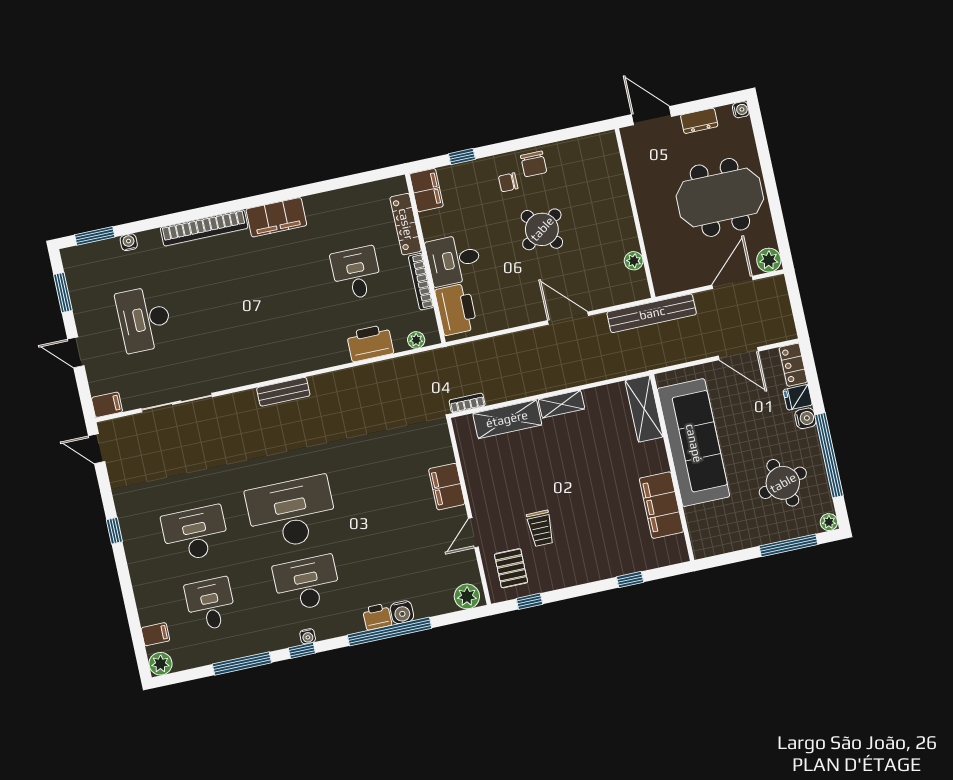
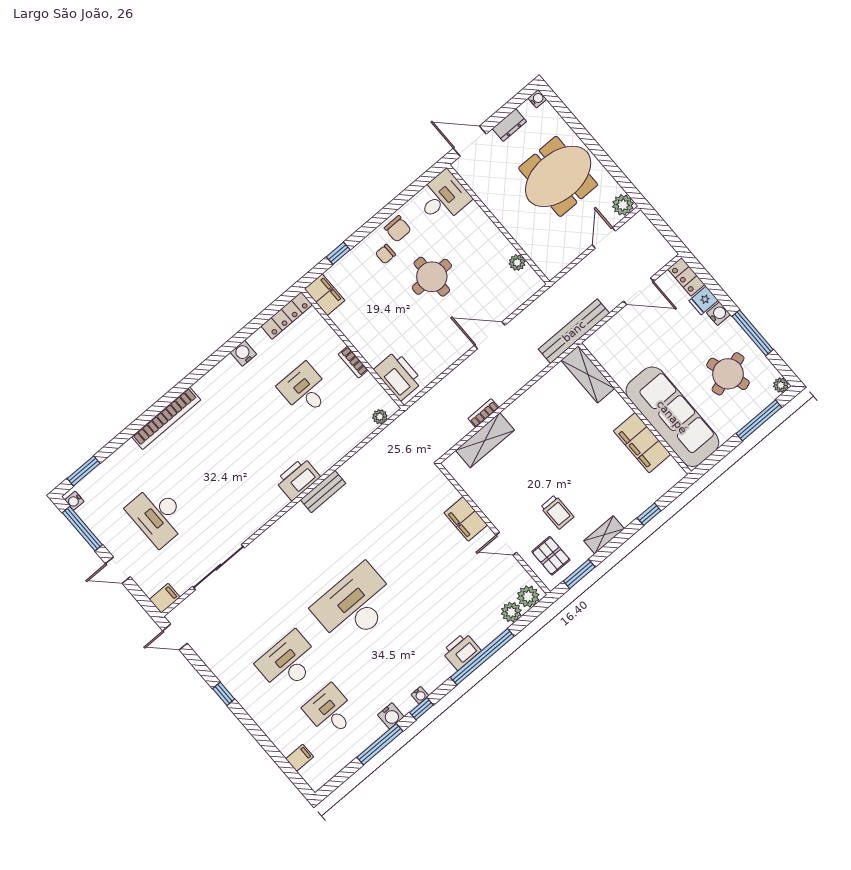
water cooler: (315, 205) -> (243, 353), added
filing cabinet: (276, 217) -> (218, 379), removed
locker: (406, 224) -> (287, 315), moved, turned -90
round table: (542, 229) -> (432, 277), turned 36
water cooler: (129, 242) -> (74, 501), moved, turned -90
desk: (454, 260) -> (443, 198), moved, turned 180
bookcase: (421, 282) -> (353, 362), width x0.64
door: (733, 282) -> (604, 238), width x0.73
window: (63, 292) -> (82, 529), width x1.44
bench: (652, 313) -> (574, 331), moved
printer: (370, 343) -> (298, 479), moved
bench: (283, 392) -> (323, 492), moved
bookcase: (467, 403) -> (483, 413), moved
shelving: (561, 404) -> (604, 535), moved
sofa: (694, 443) -> (672, 417), moved
window: (829, 455) -> (753, 333), width x0.68
door: (473, 533) -> (506, 544), hinge flipped
desk: (307, 583) -> (397, 654), removed
window: (529, 601) -> (579, 574), width x1.50
water cooler: (402, 612) -> (391, 716), moved
printer: (377, 617) -> (461, 651), width x1.36, depth x1.24
plant: (160, 664) -> (511, 612), moved

